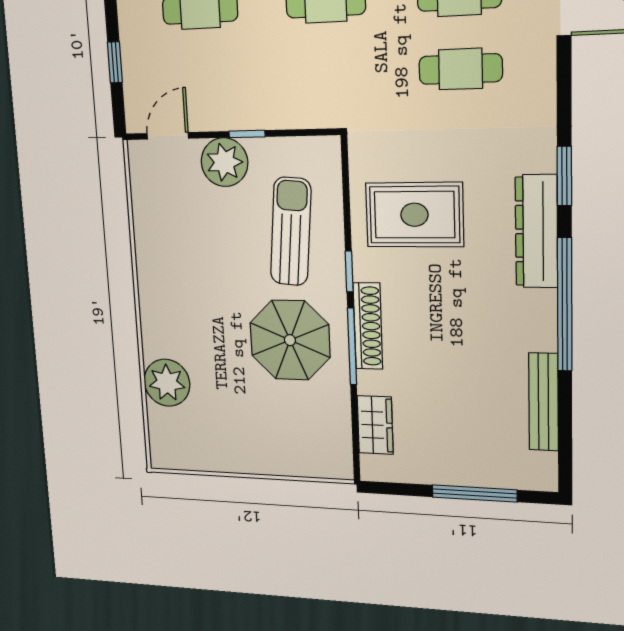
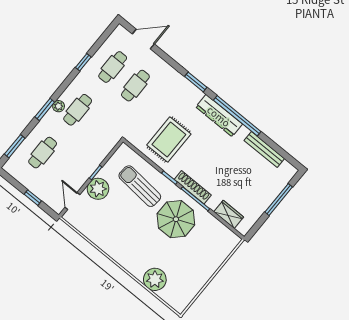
dresser: (536, 231) -> (219, 116), moved

